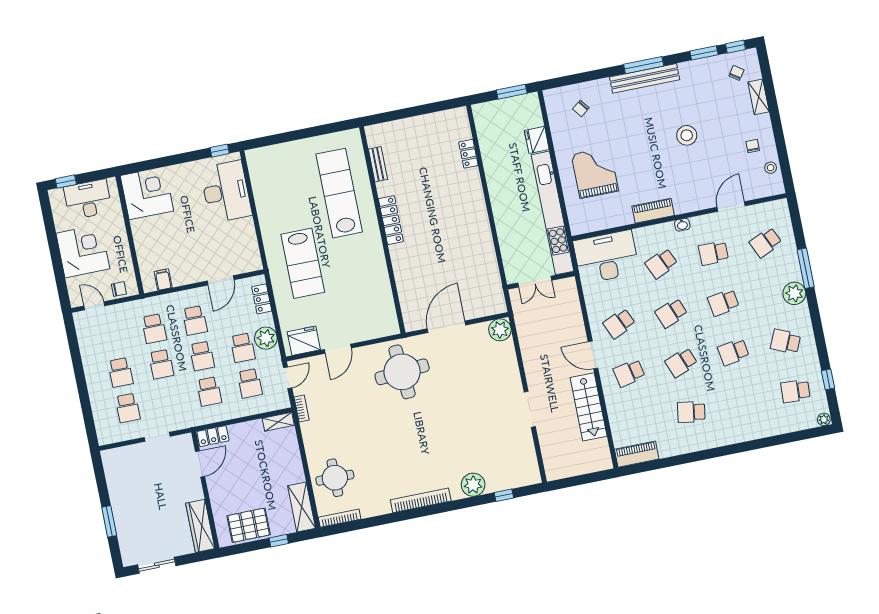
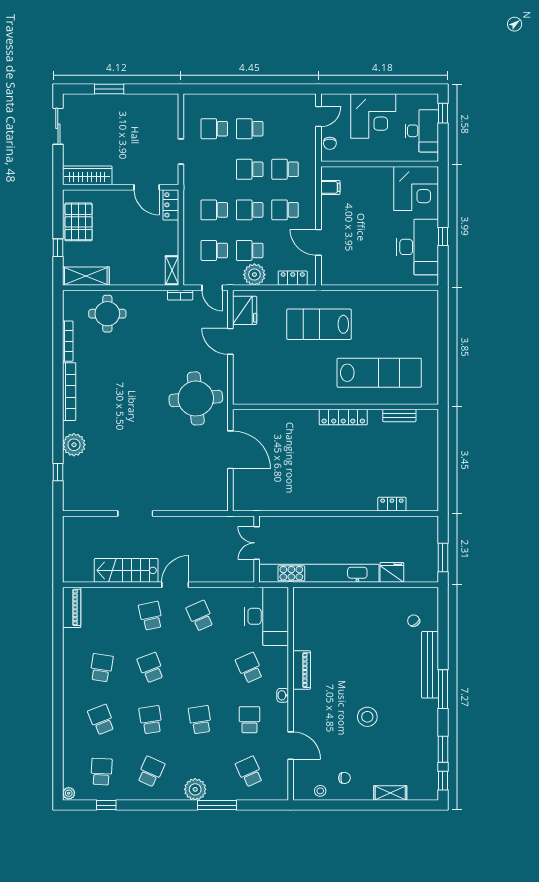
chair: (736, 73) -> (418, 777), removed
bench: (645, 78) -> (430, 665), moved
window: (220, 151) -> (443, 237), moved
grand piano: (595, 173) -> (349, 622), removed
desk: (226, 192) -> (417, 247), moved, turned -90
school desk: (671, 313) -> (101, 720), moved
plant: (500, 330) -> (217, 500), removed
bookcase: (340, 518) -> (68, 341), moved

